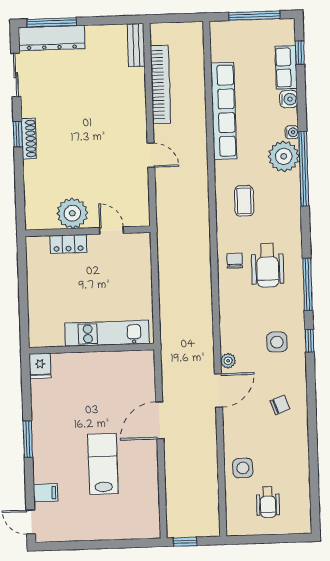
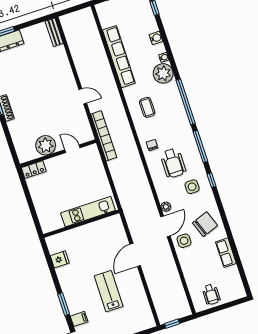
row of seats: (286, 67) -> (226, 253), moved
bookcase: (160, 84) -> (104, 136), moved
window: (304, 169) -> (186, 102), moved
locker: (68, 244) -> (34, 169), moved
wheelchair: (268, 265) -> (173, 163), moved
fridge: (40, 366) -> (60, 259), moved, turned -90
chair: (280, 405) -> (205, 224), width x1.87, depth x1.87
window: (28, 439) -> (64, 304), moved
side table: (243, 468) -> (184, 241), moved
wheelchair: (268, 502) -> (211, 294), moved

